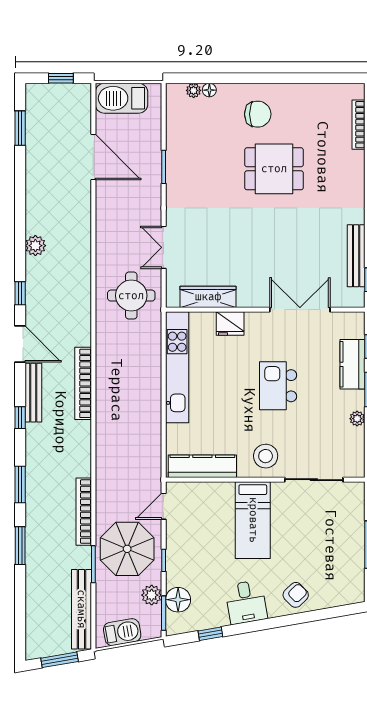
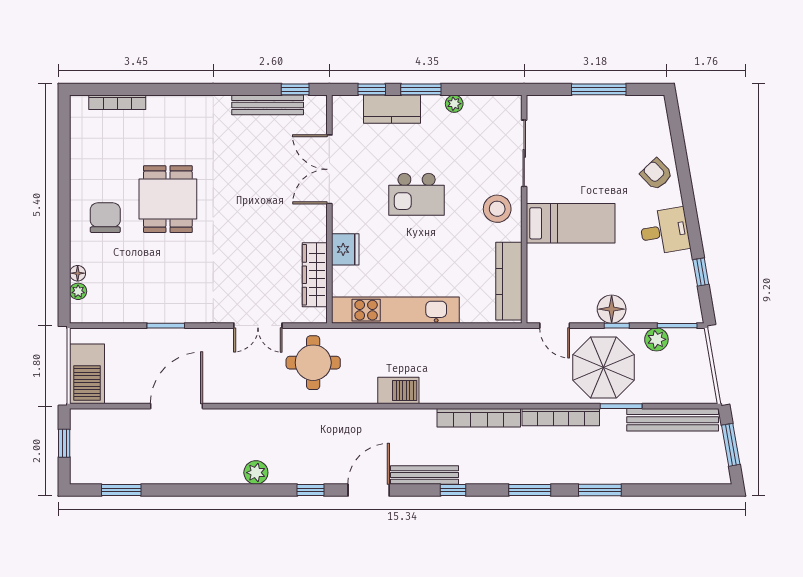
door: (93, 157) -> (177, 406), moved
bookcase: (83, 383) -> (479, 418), moved
floor lamp: (178, 600) -> (612, 309), moved
barbecue: (122, 632) -> (398, 390), moved, turned 100

